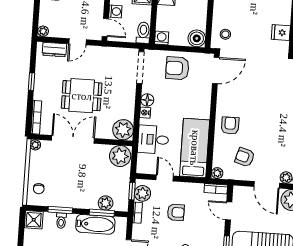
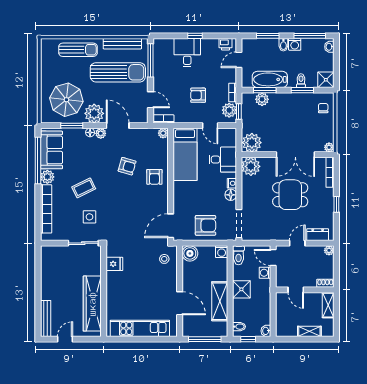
armchair: (245, 157) -> (127, 166), moved

